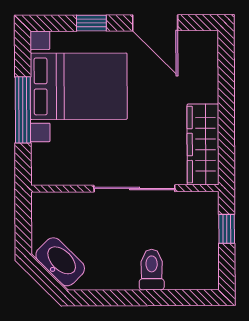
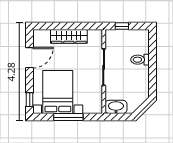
window: (91, 23) -> (30, 100), moved
wardrobe: (203, 144) -> (69, 36), moved
washbasin: (60, 262) -> (116, 107), moved, turned 45

